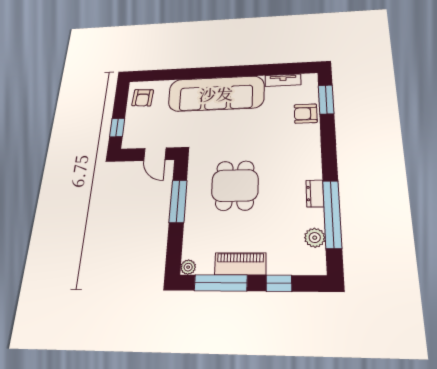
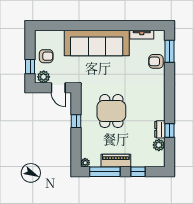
armchair: (143, 98) -> (46, 56), moved, turned -94
plant: (135, 140) -> (44, 77), added
dresser: (315, 193) -> (160, 129), moved
window: (178, 201) -> (76, 121), width x0.46
window: (332, 214) -> (169, 131), width x0.32

